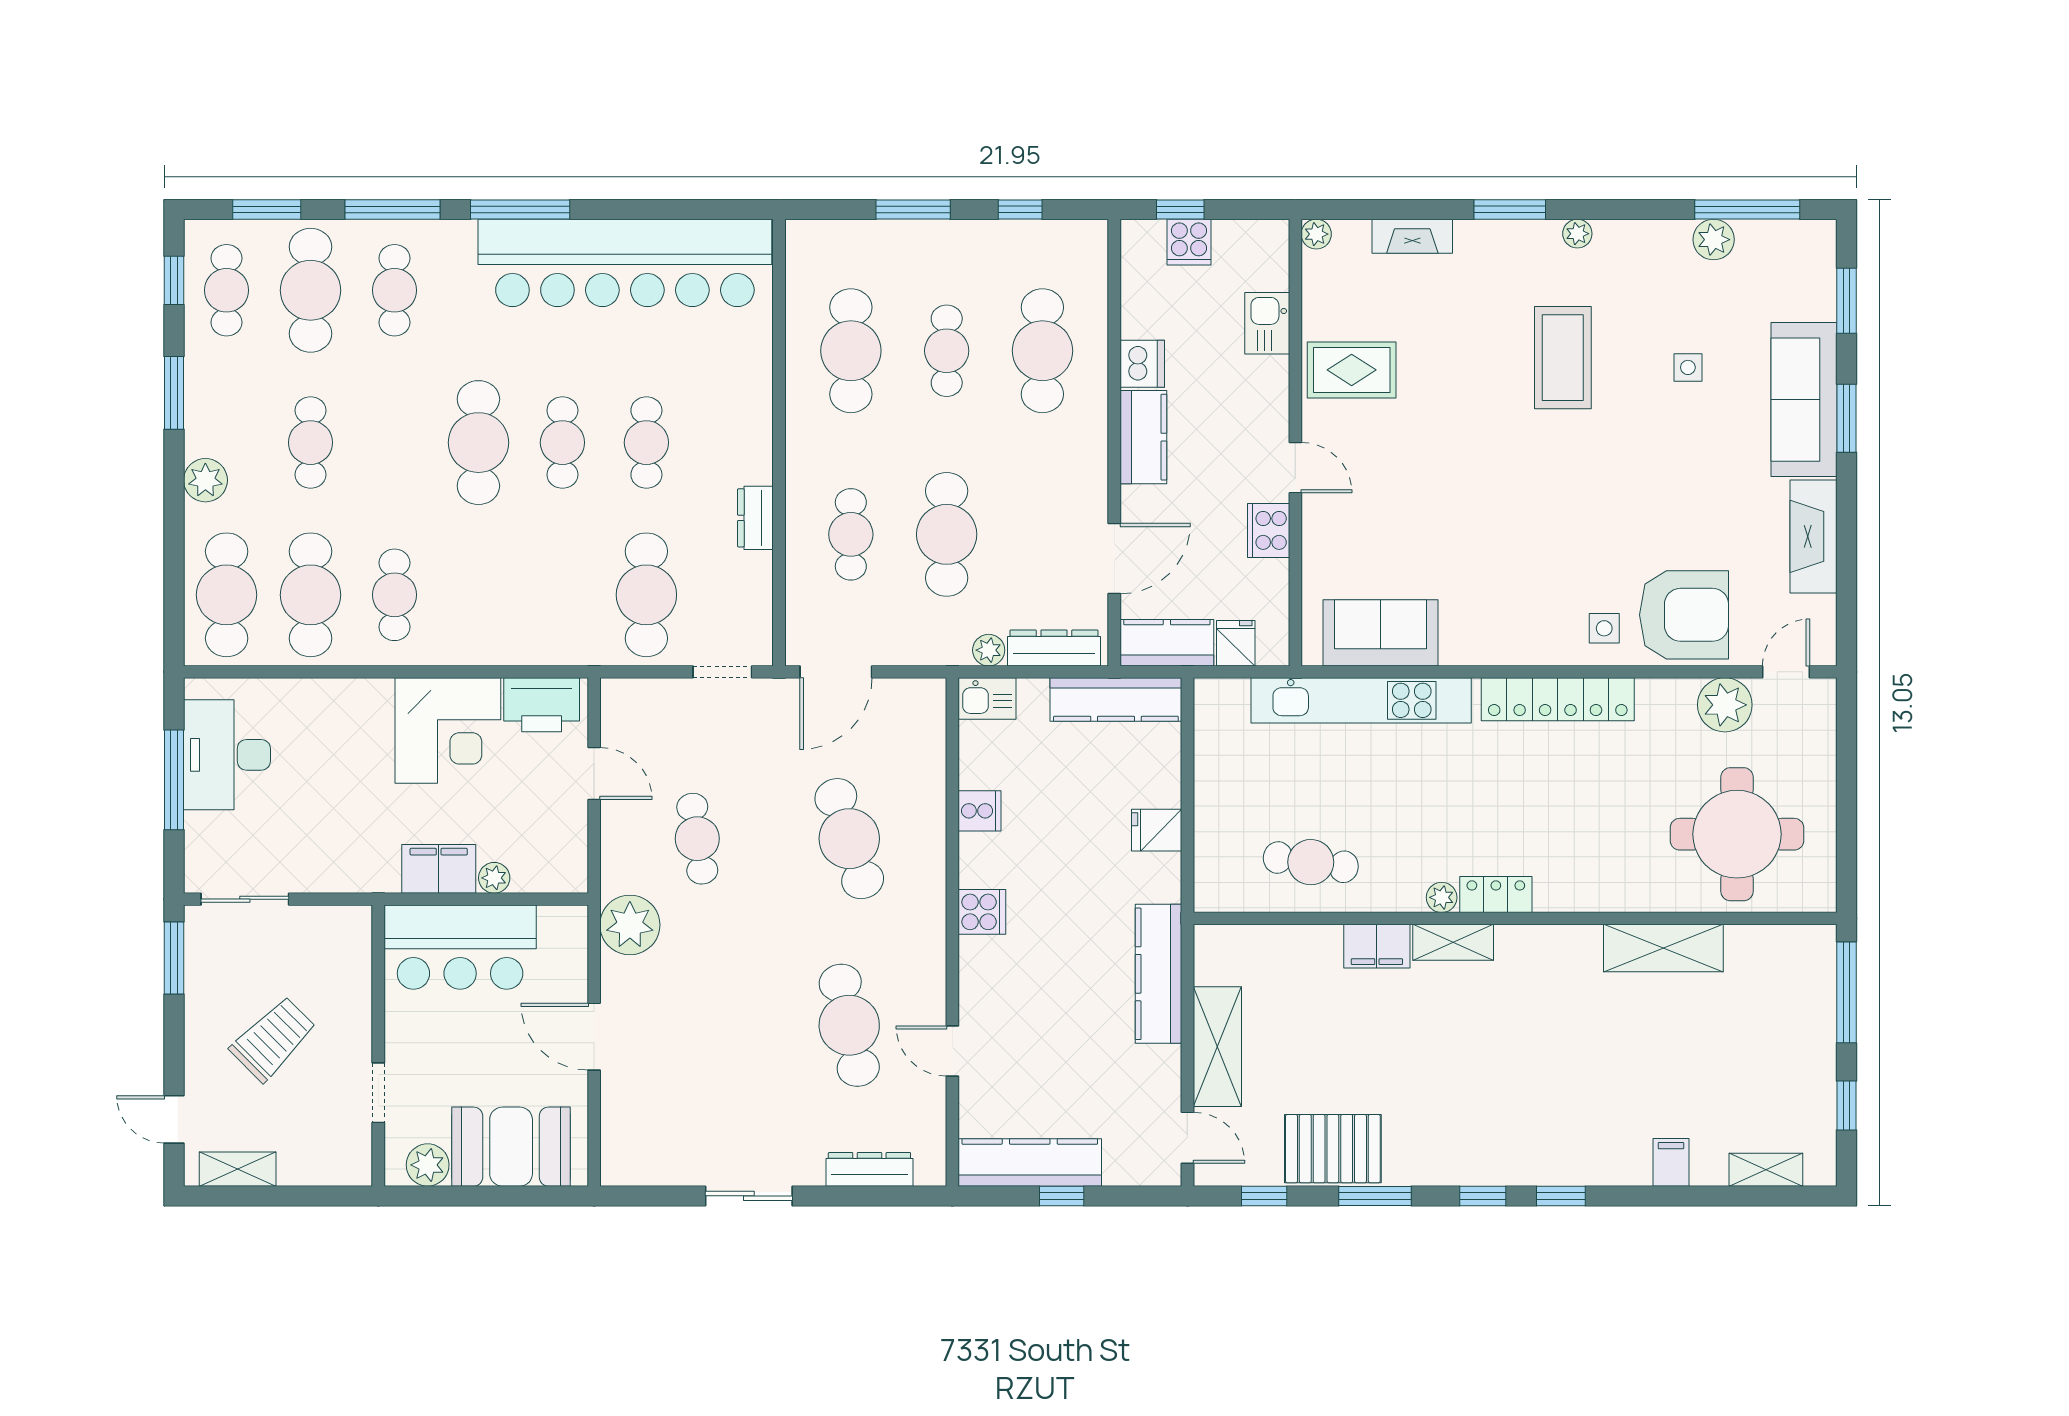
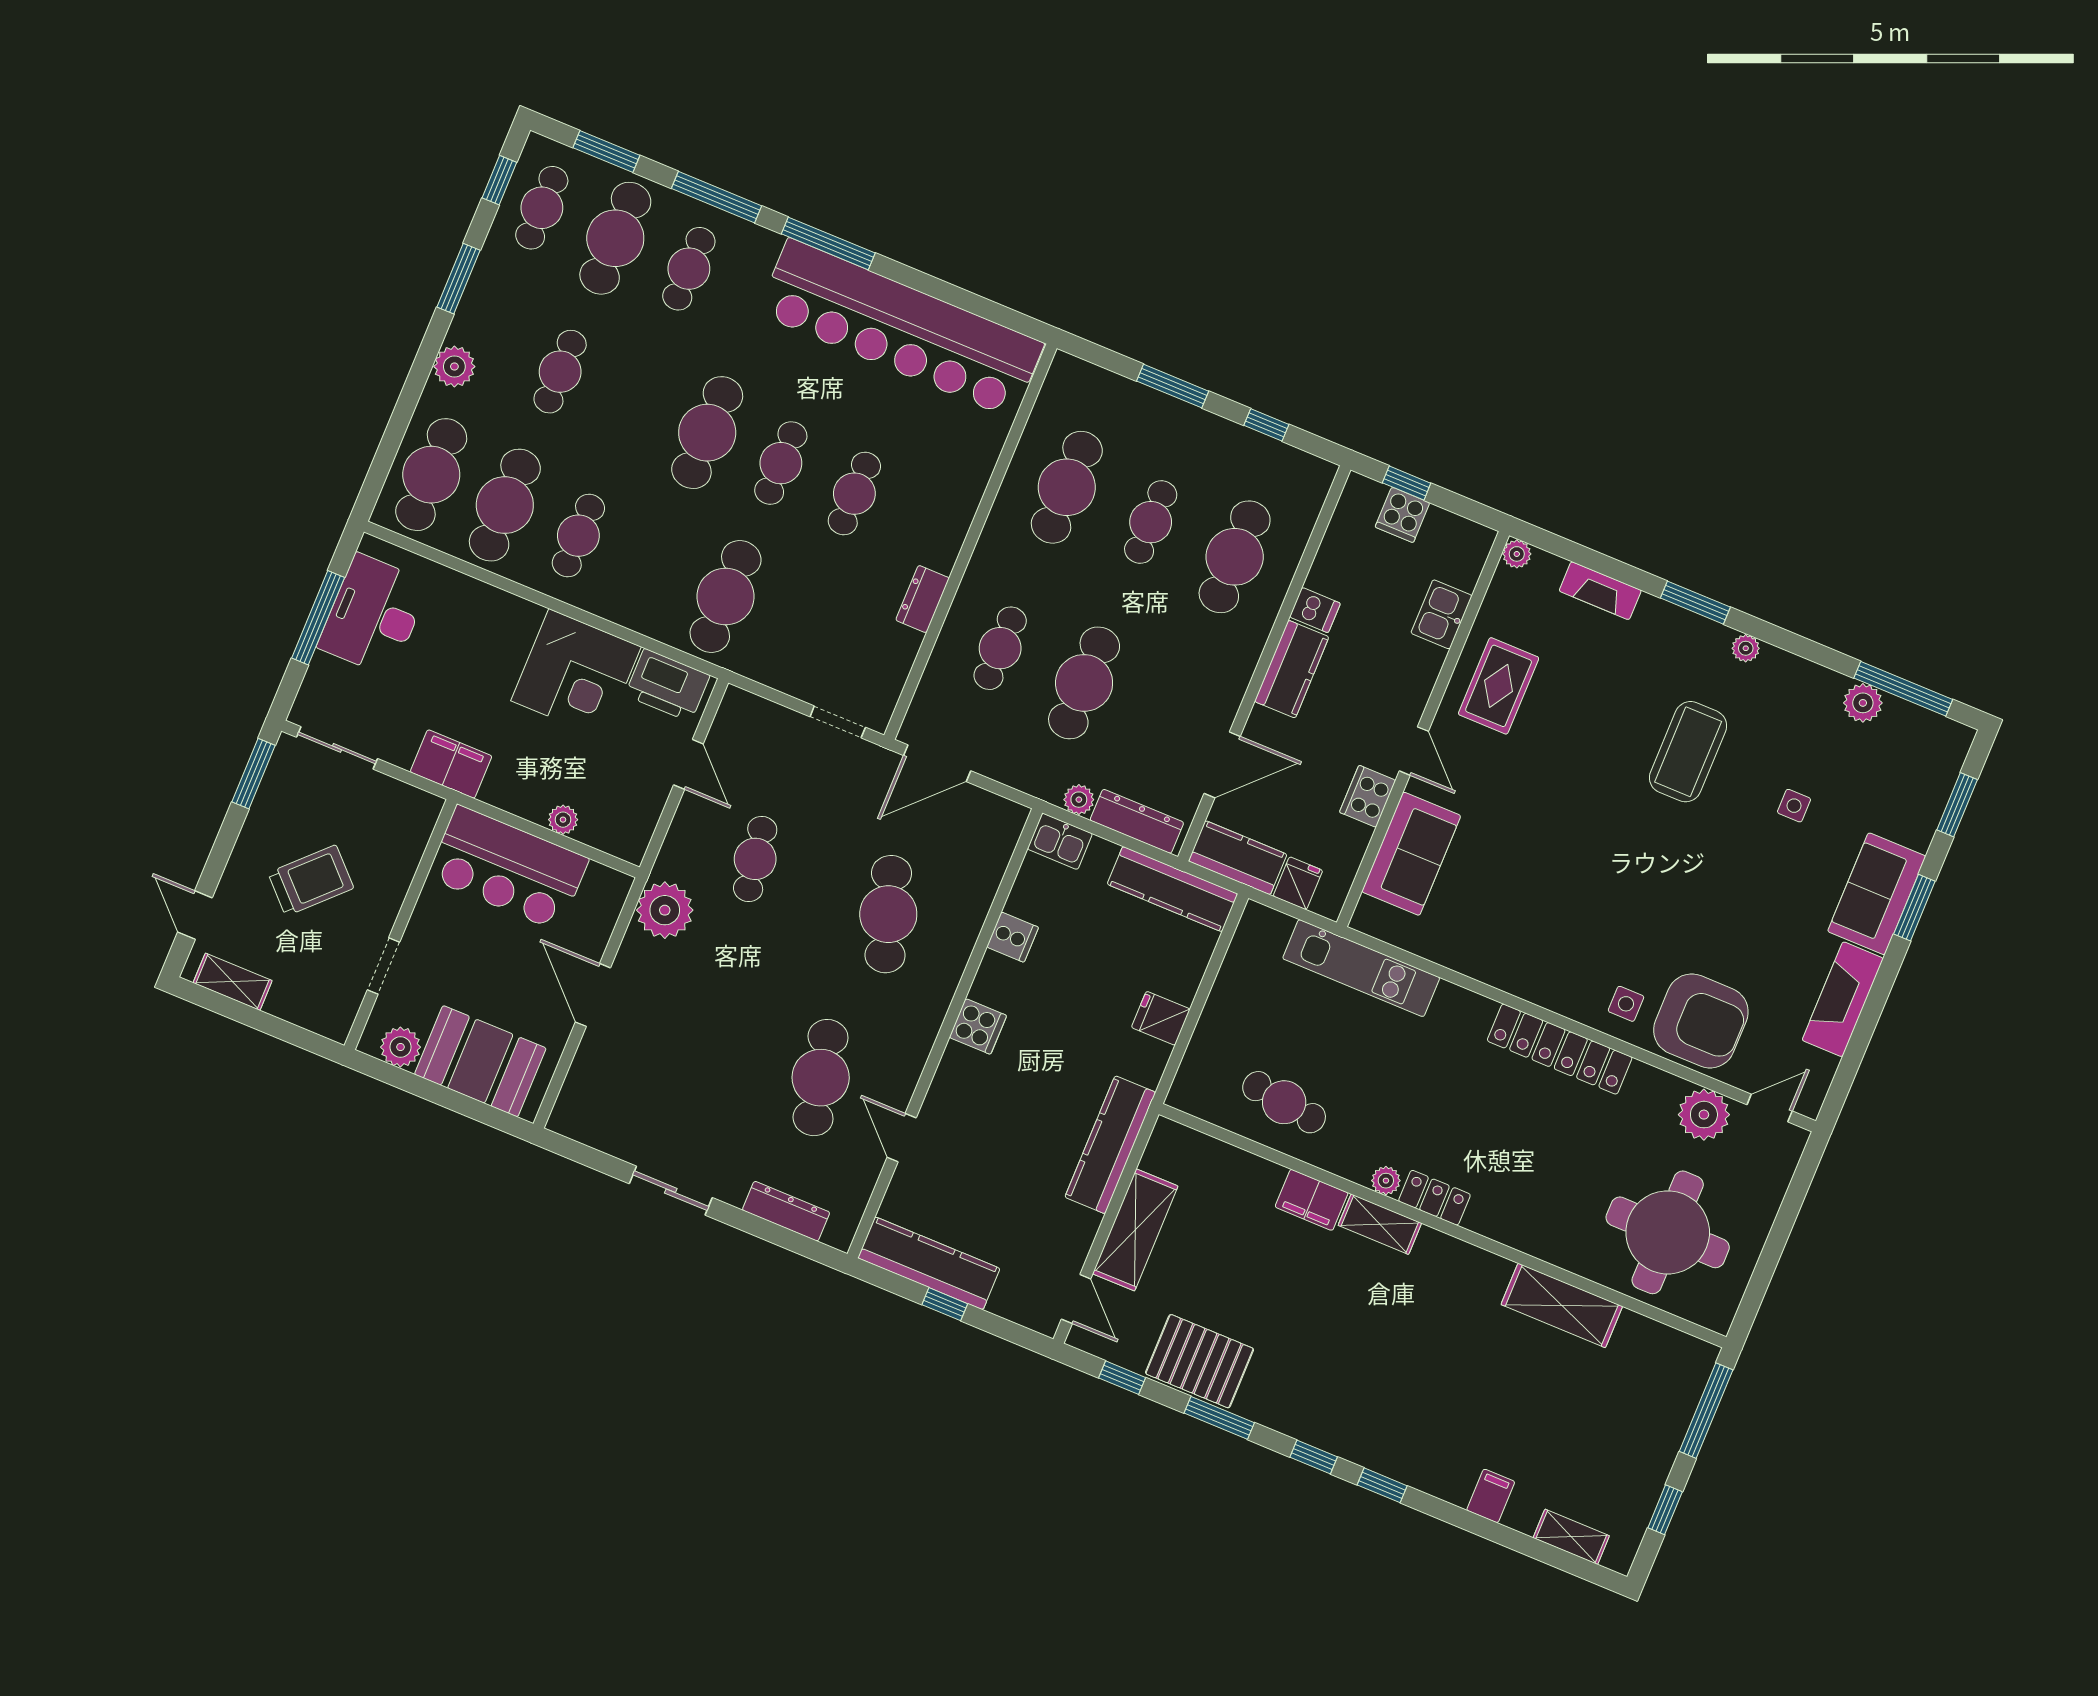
dishwasher: (1142, 364) -> (1315, 610), width x0.73
rug: (1352, 370) -> (1499, 686), turned 90
sofa: (1804, 400) -> (1877, 894), width x0.73
cafe table: (646, 595) -> (726, 596), moved
sofa: (1381, 633) -> (1411, 854), moved, turned 90
kitchen unit: (1361, 700) -> (1361, 968), width x0.73
filing cabinet: (439, 869) -> (451, 764), moved

